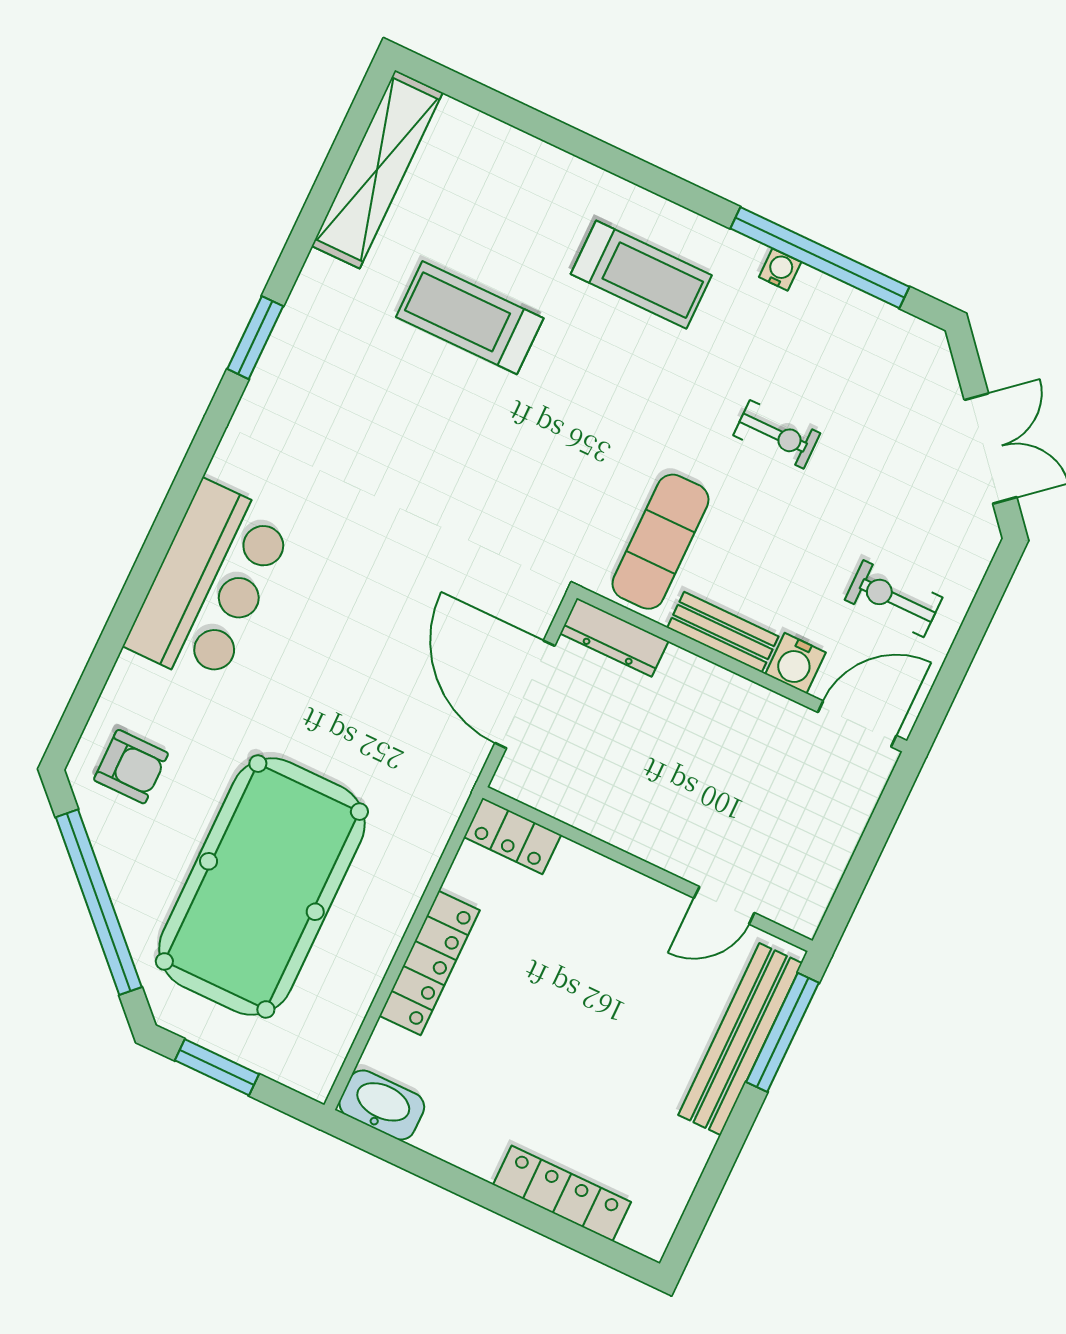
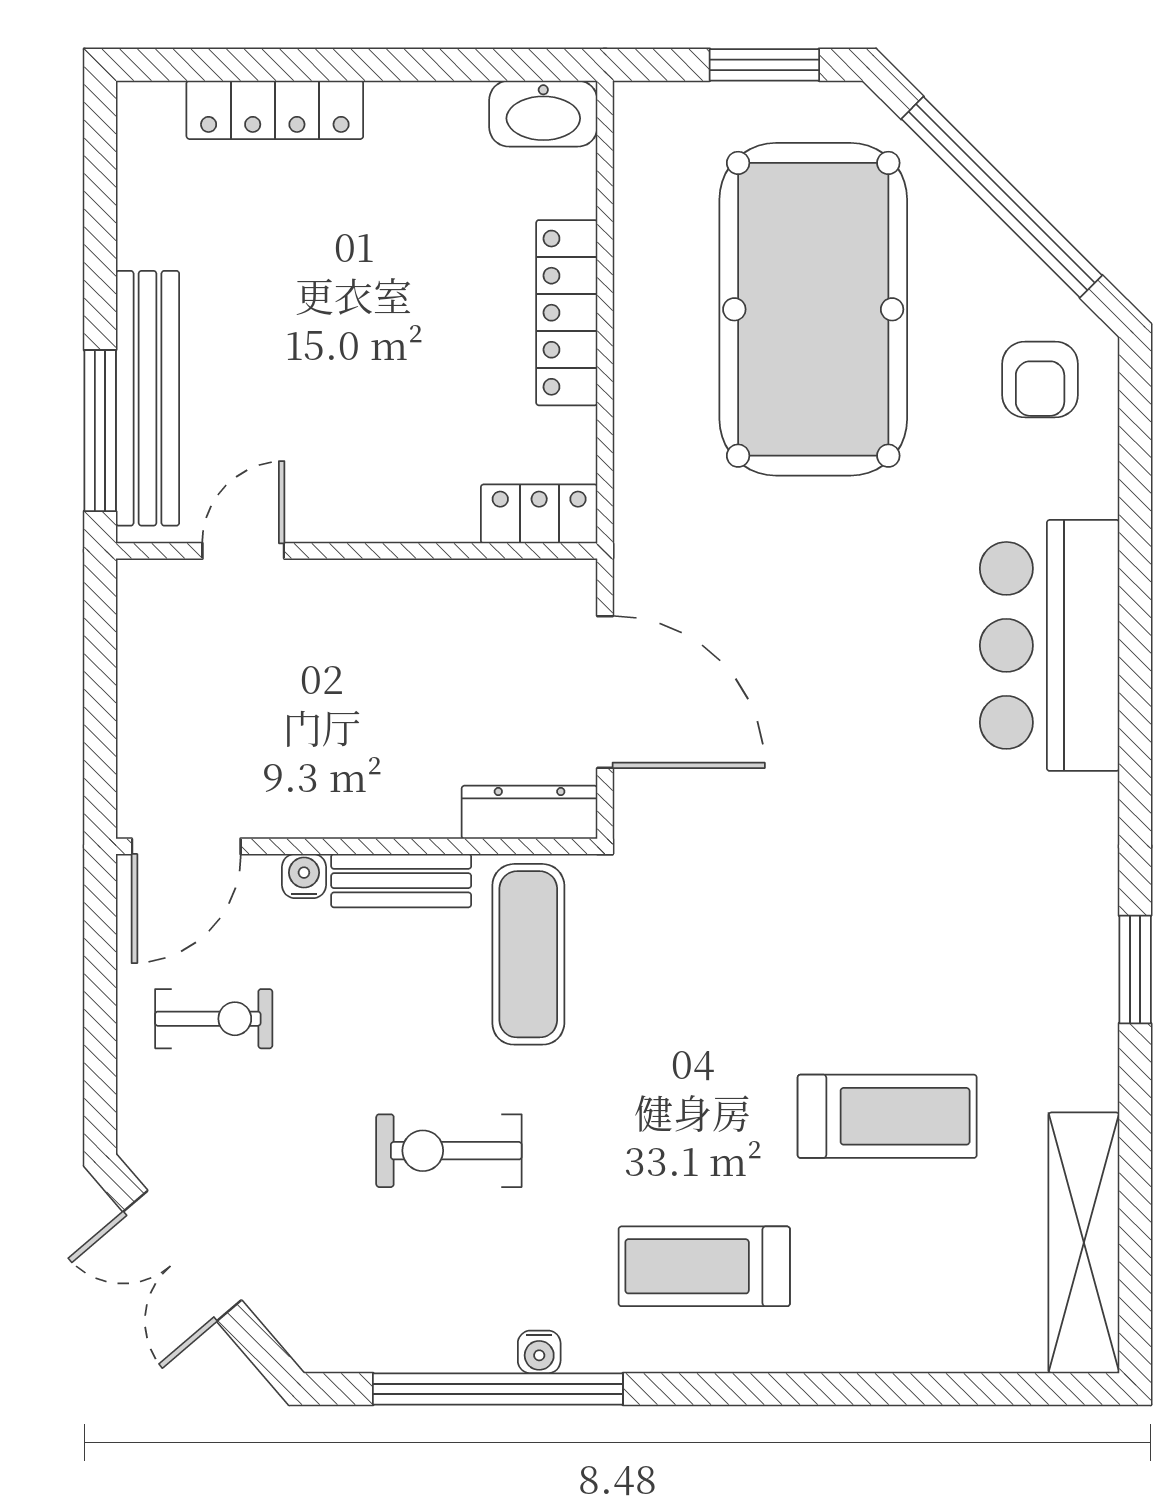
exercise bike: (777, 434) -> (449, 1151), width x1.38, depth x1.39
water cooler: (795, 663) -> (304, 876), width x0.72, depth x0.72
armchair: (131, 767) -> (1040, 379), turned -90

